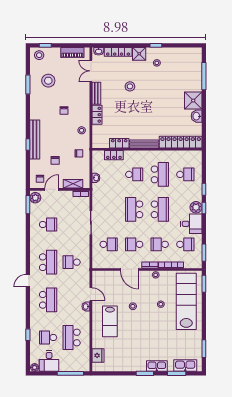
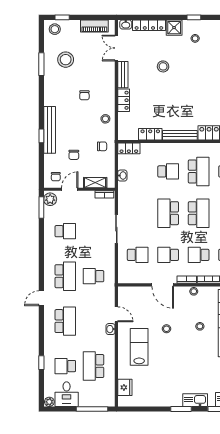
locker: (114, 155) -> (129, 148), moved
lab bench: (110, 321) -> (139, 347), turned 180

